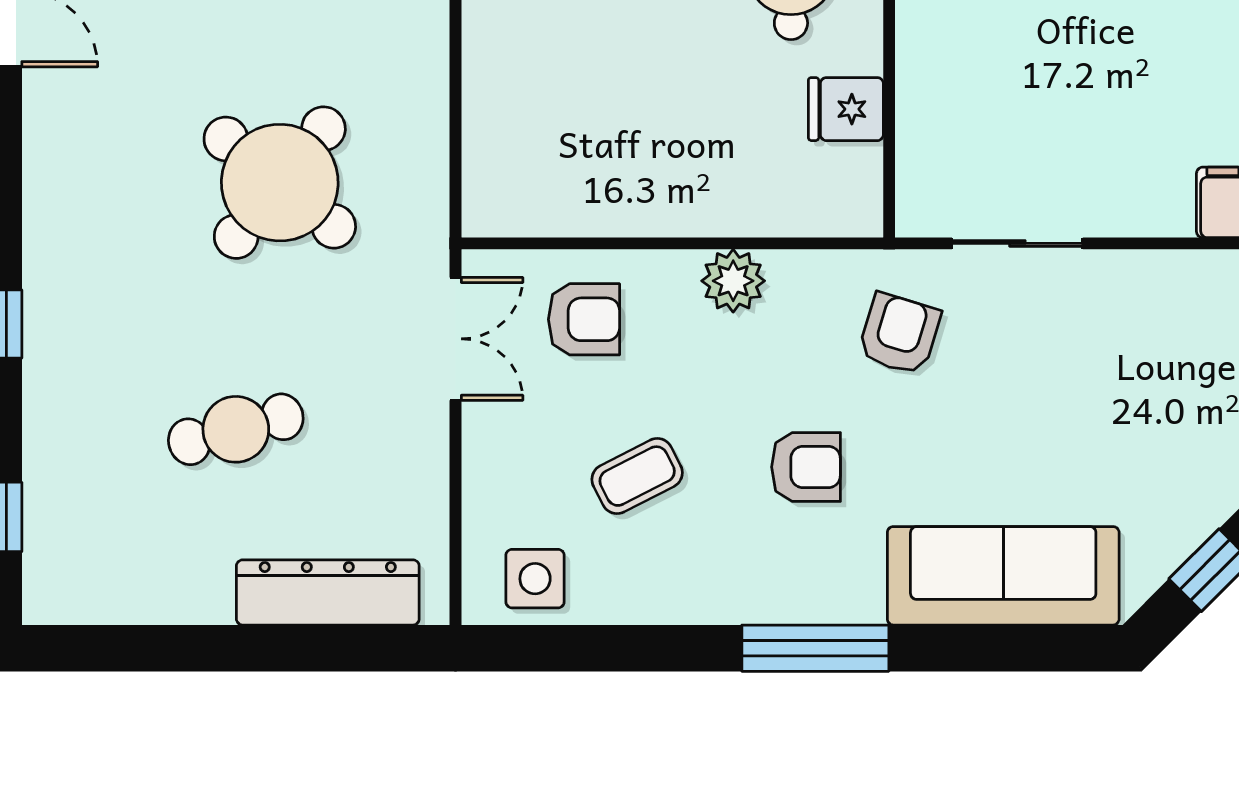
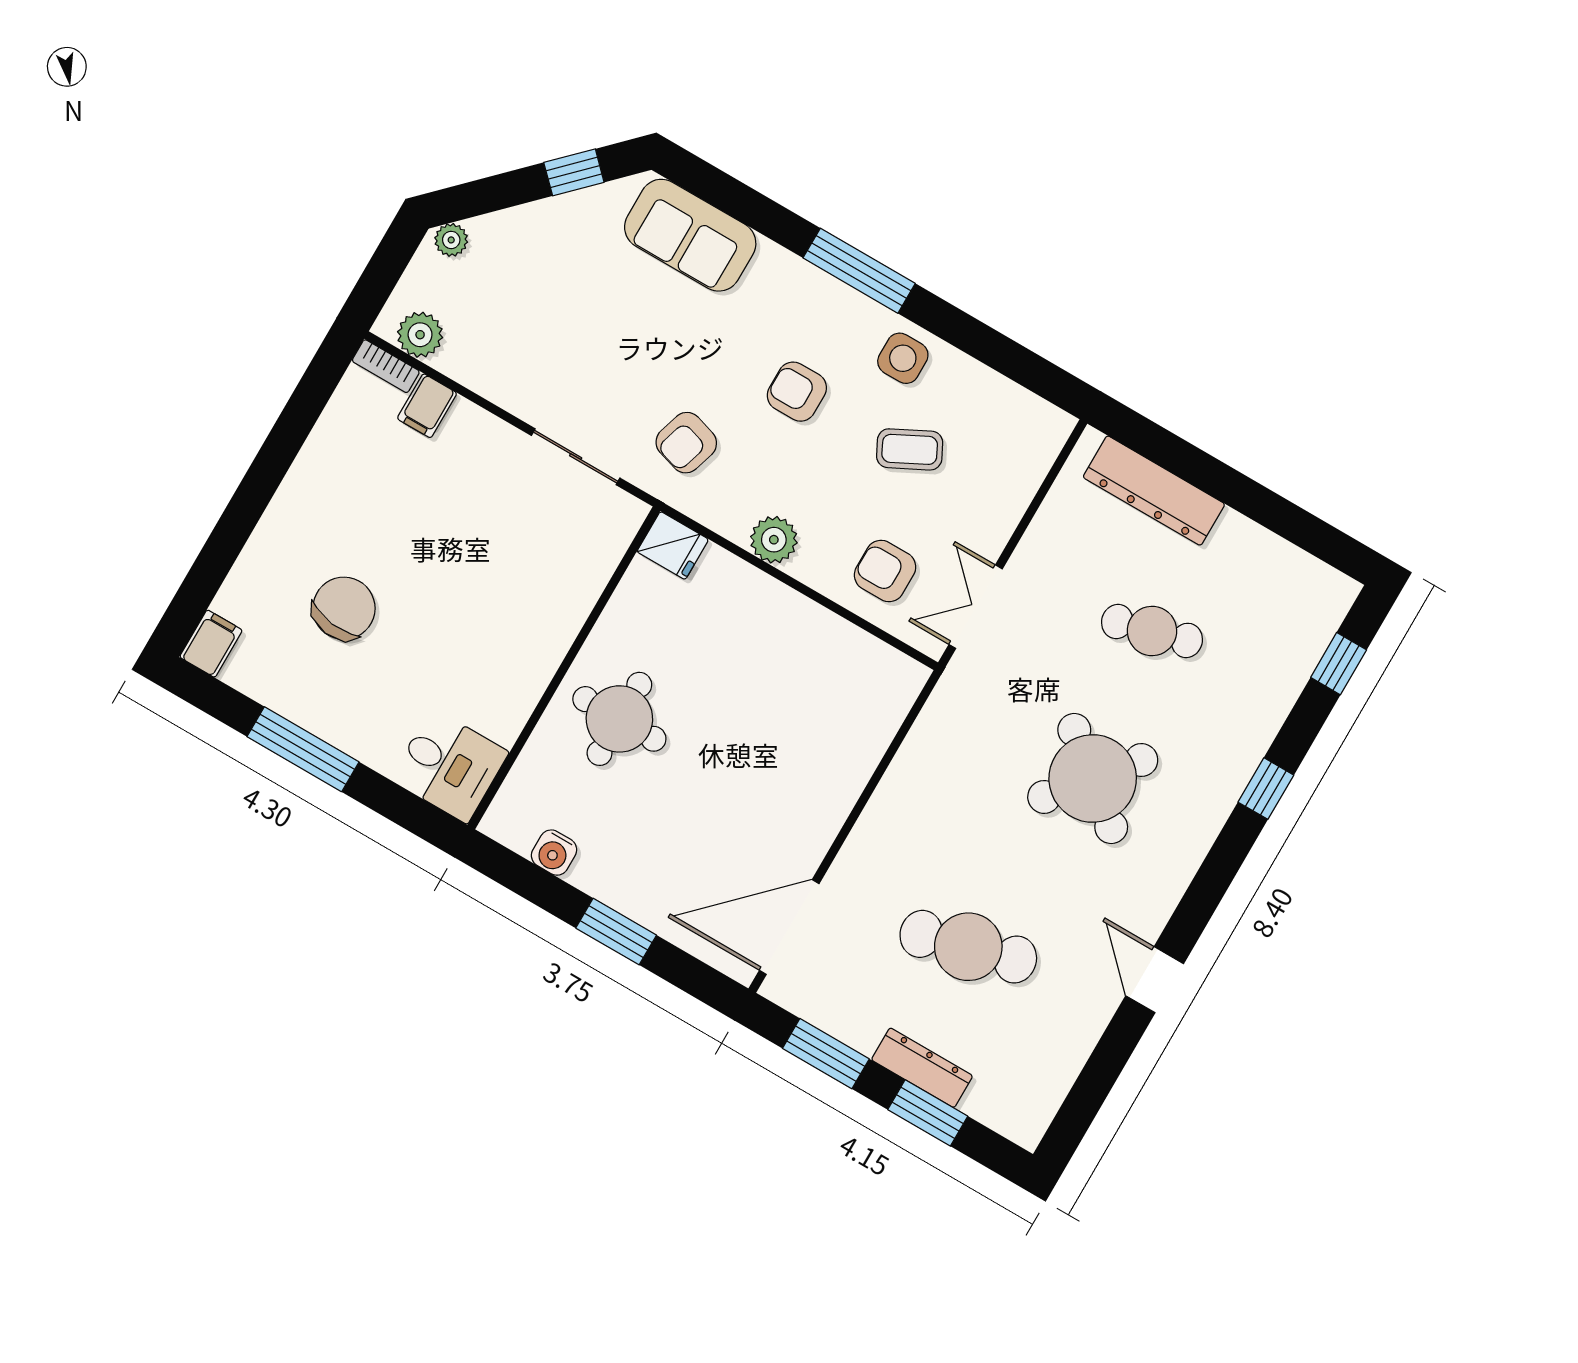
fridge: (846, 109) -> (673, 546), moved
round table: (280, 183) -> (1093, 778), moved
sofa: (1003, 576) -> (690, 235), width x0.73
side table: (535, 579) -> (903, 358), moved

